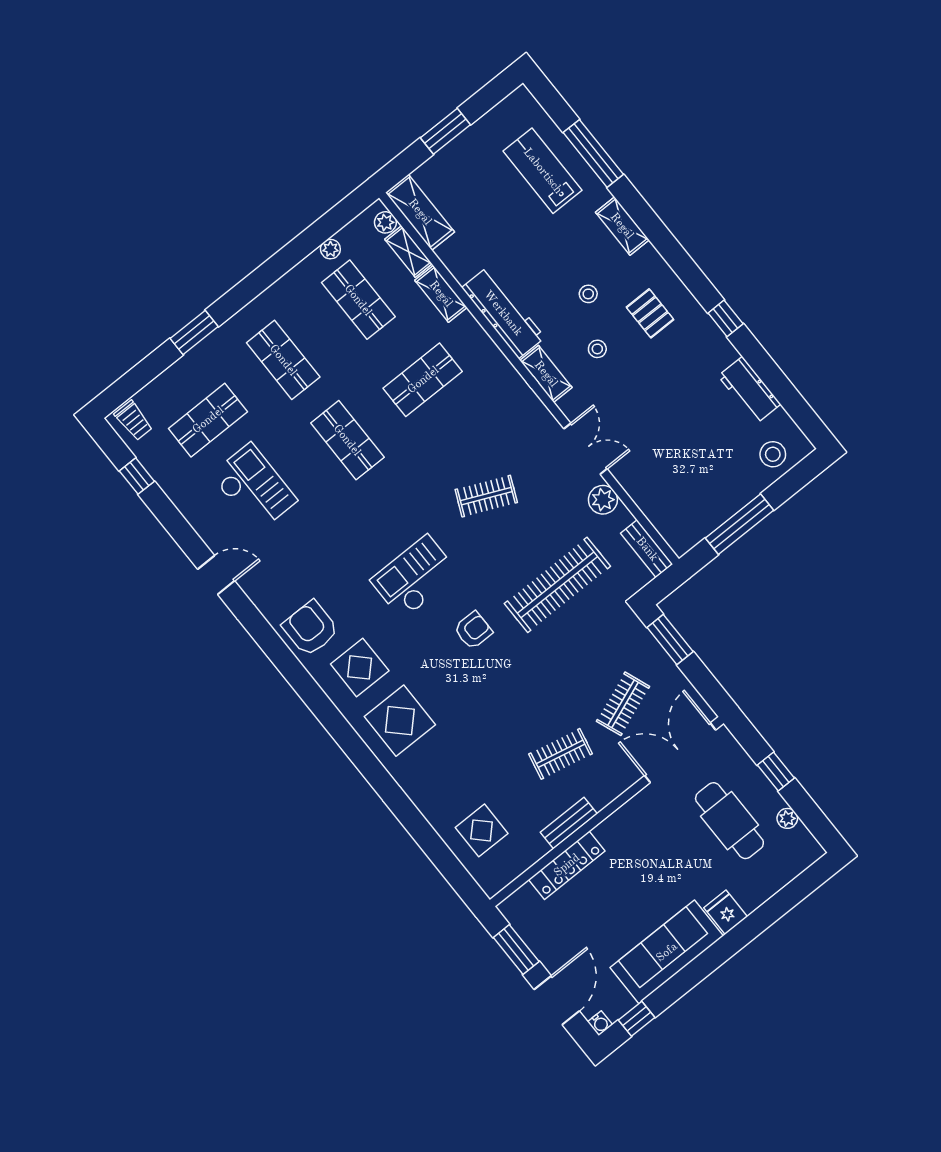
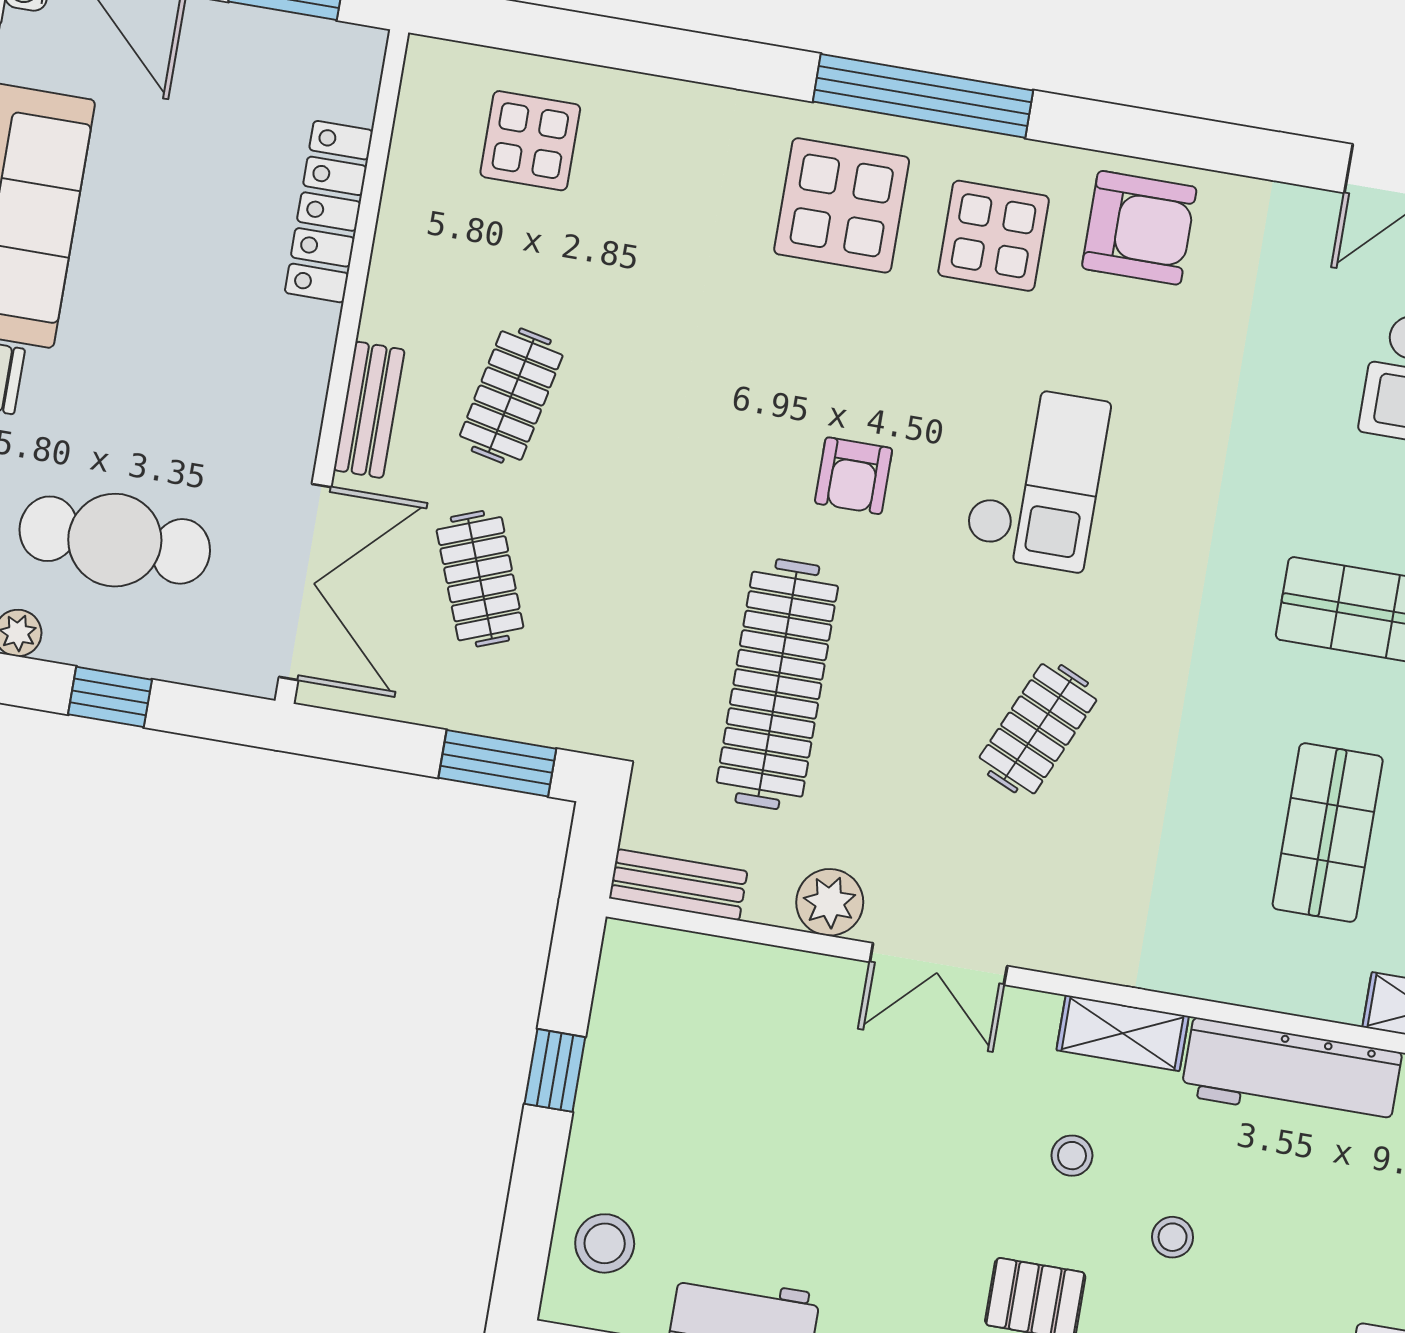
window: (739, 524) -> (555, 1070), width x0.46
window: (342, 733) -> (923, 96), added
bench: (569, 823) -> (369, 410), moved

